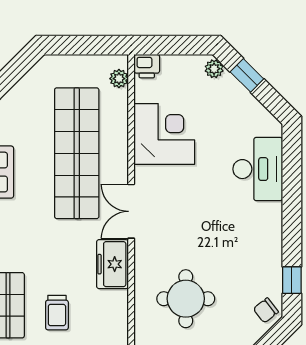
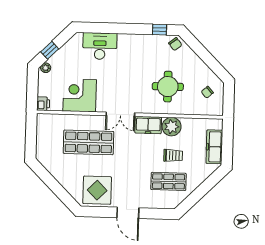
plant: (119, 79) -> (172, 127), moved, width x1.87, depth x1.87
shop shelf: (77, 153) -> (88, 142), width x0.71

